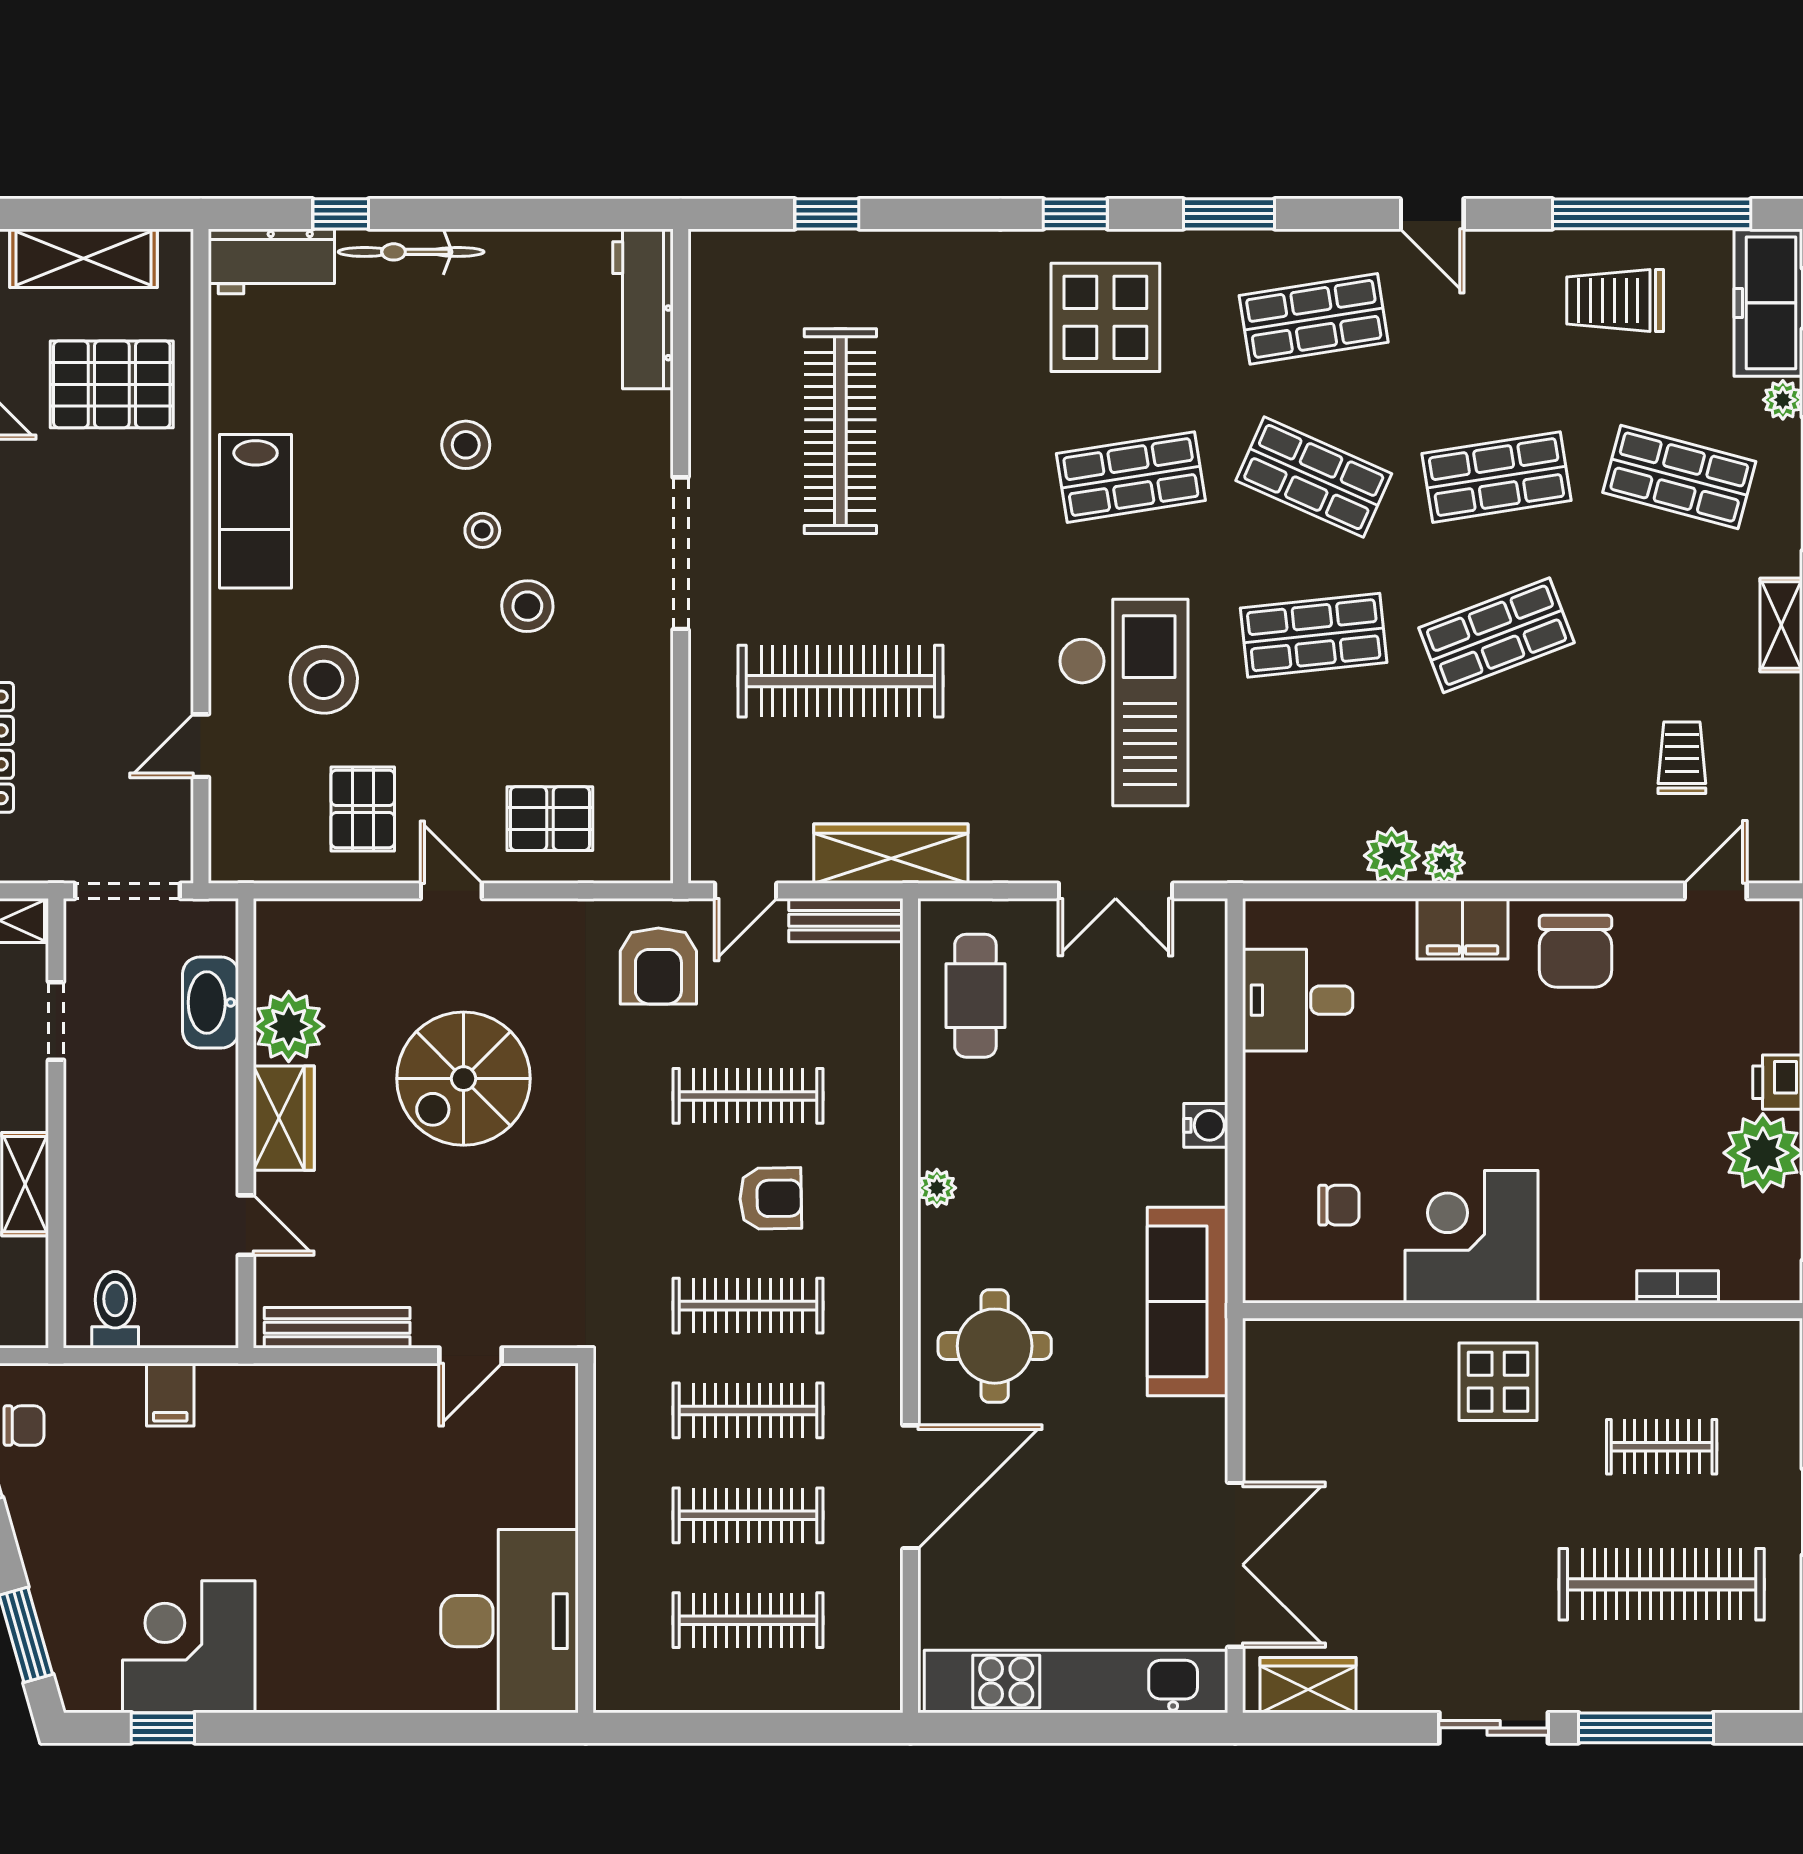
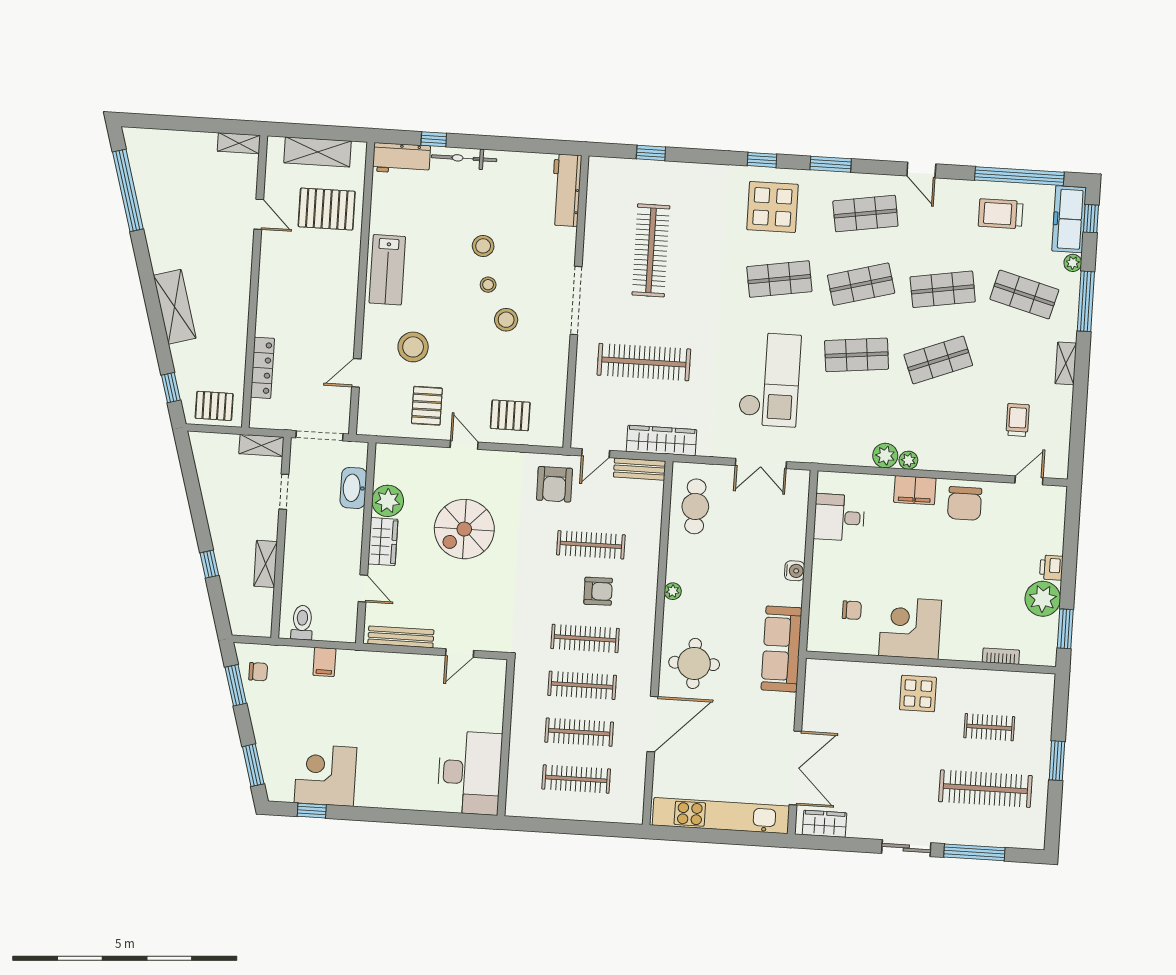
shop shelf: (1314, 477) -> (861, 284), turned -39

